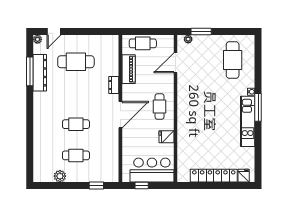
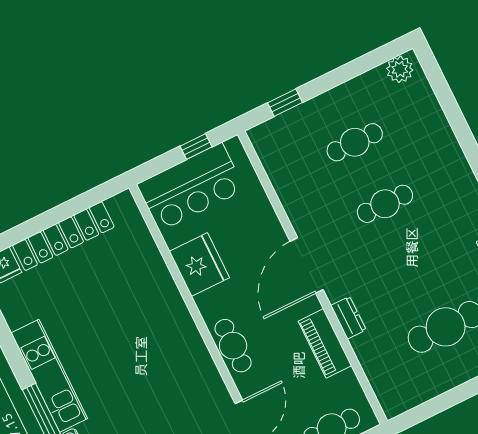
piano: (129, 69) -> (325, 343), moved
cafe table: (160, 106) -> (233, 346), moved
fridge: (166, 137) -> (199, 265), width x1.88, depth x1.34
plant: (60, 176) -> (400, 69), moved

